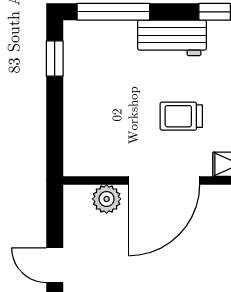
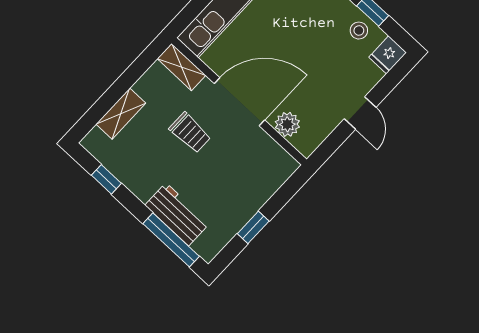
workbench: (172, 38) -> (177, 214), moved
window: (55, 59) -> (253, 227), moved

